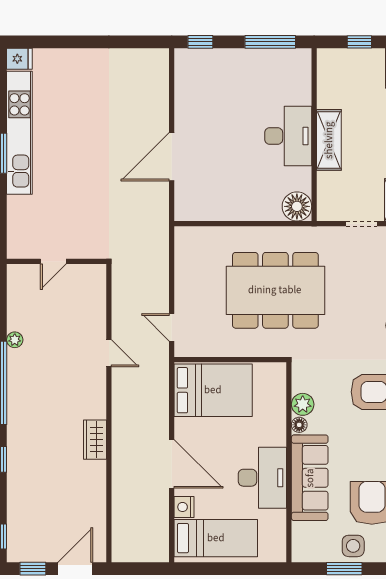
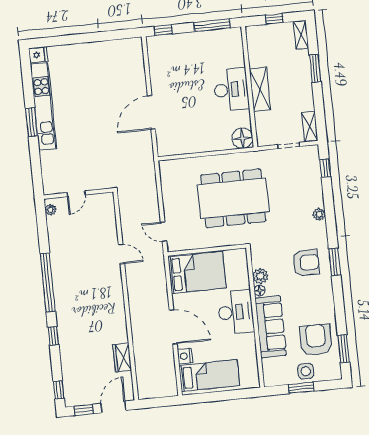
plant: (15, 340) -> (51, 210), moved
wardrobe: (95, 440) -> (122, 358), moved
desk: (262, 478) -> (236, 312), moved

